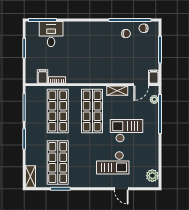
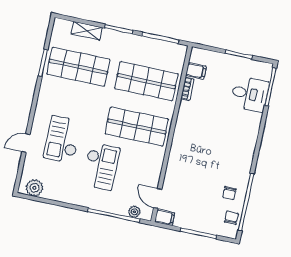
shelving: (117, 91) -> (156, 165), removed
shelving: (30, 177) -> (87, 31), moved

